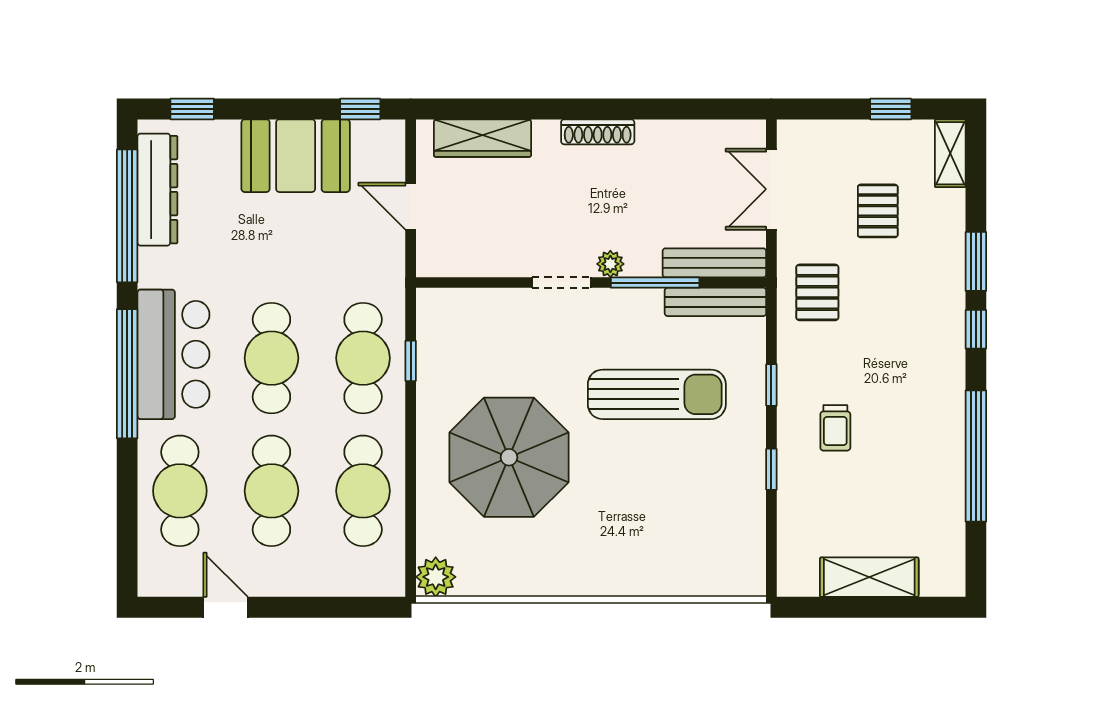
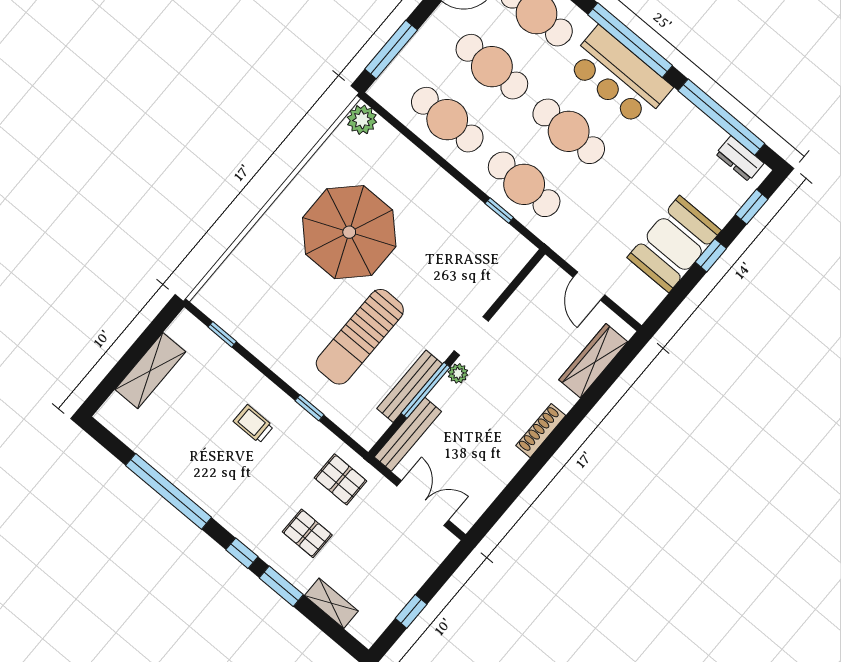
window: (360, 109) -> (711, 255), moved
shelving: (950, 153) -> (331, 603), moved
dresser: (157, 190) -> (740, 159), width x0.51, depth x0.80
door: (411, 206) -> (589, 286), swing flipped
pallet: (878, 211) -> (307, 533), moved
bench: (715, 302) -> (410, 386), moved
parasol: (509, 457) -> (349, 232), moved
window: (771, 469) -> (222, 334), moved
window: (340, 607) -> (391, 50), added

